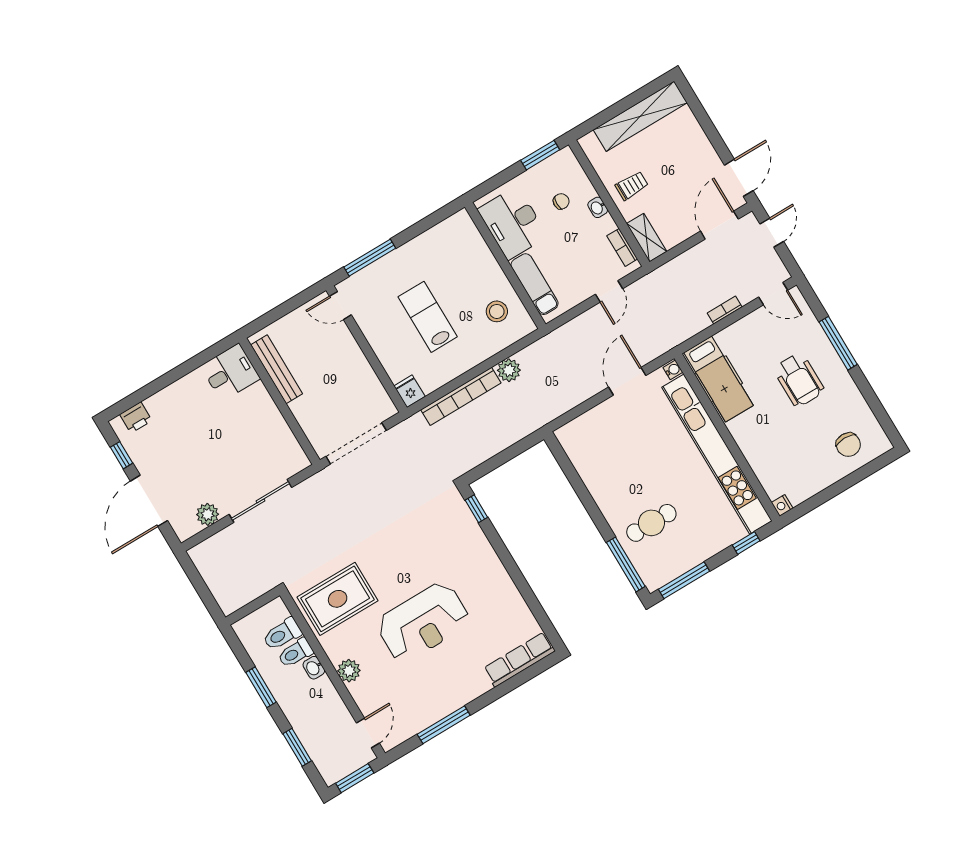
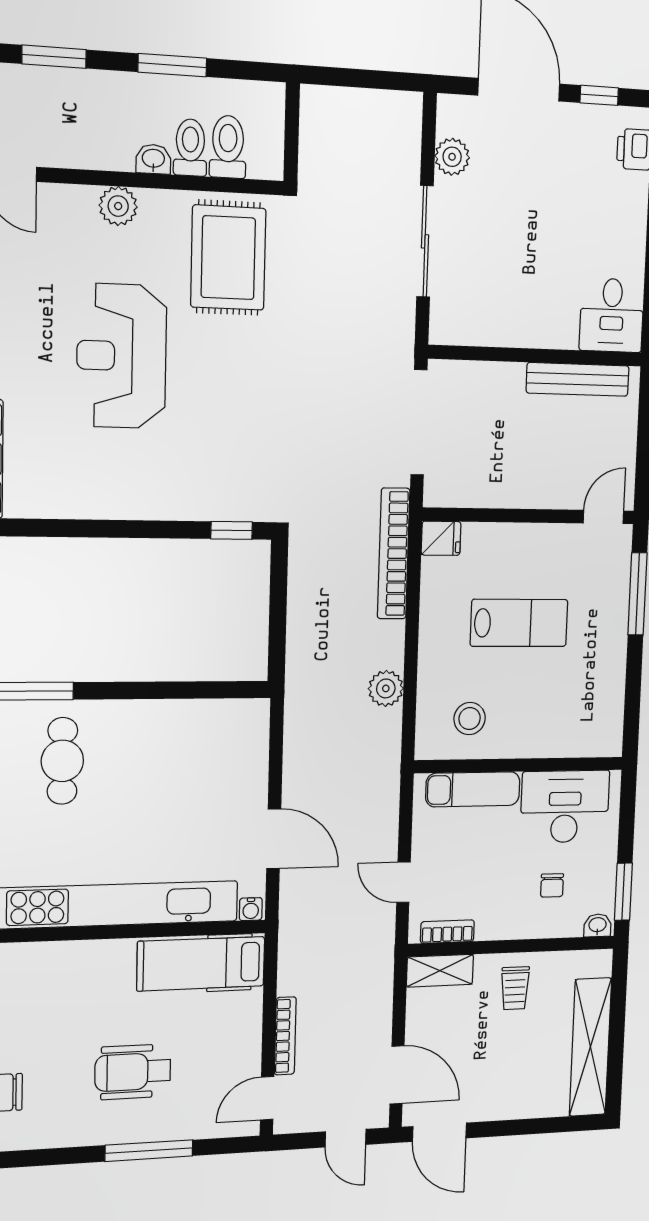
washbasin: (598, 207) -> (597, 925), moved
bookcase: (725, 310) -> (285, 1036), width x1.56
bookcase: (461, 396) -> (394, 554), moved

